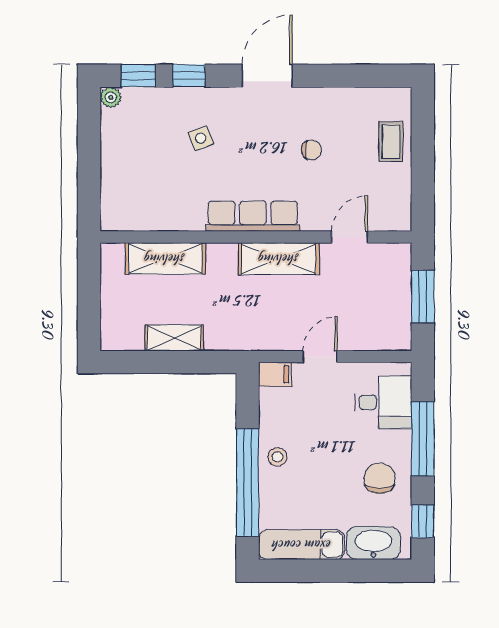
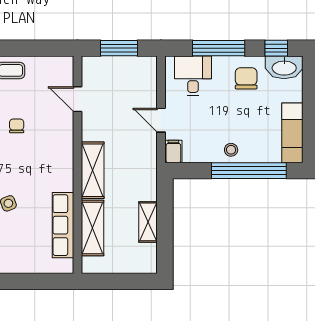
row of seats: (253, 216) -> (63, 225), moved
shelving: (279, 259) -> (93, 170), moved
chair: (380, 478) -> (246, 78), turned 90
washbasin: (373, 543) -> (284, 67), moved, turned -90

